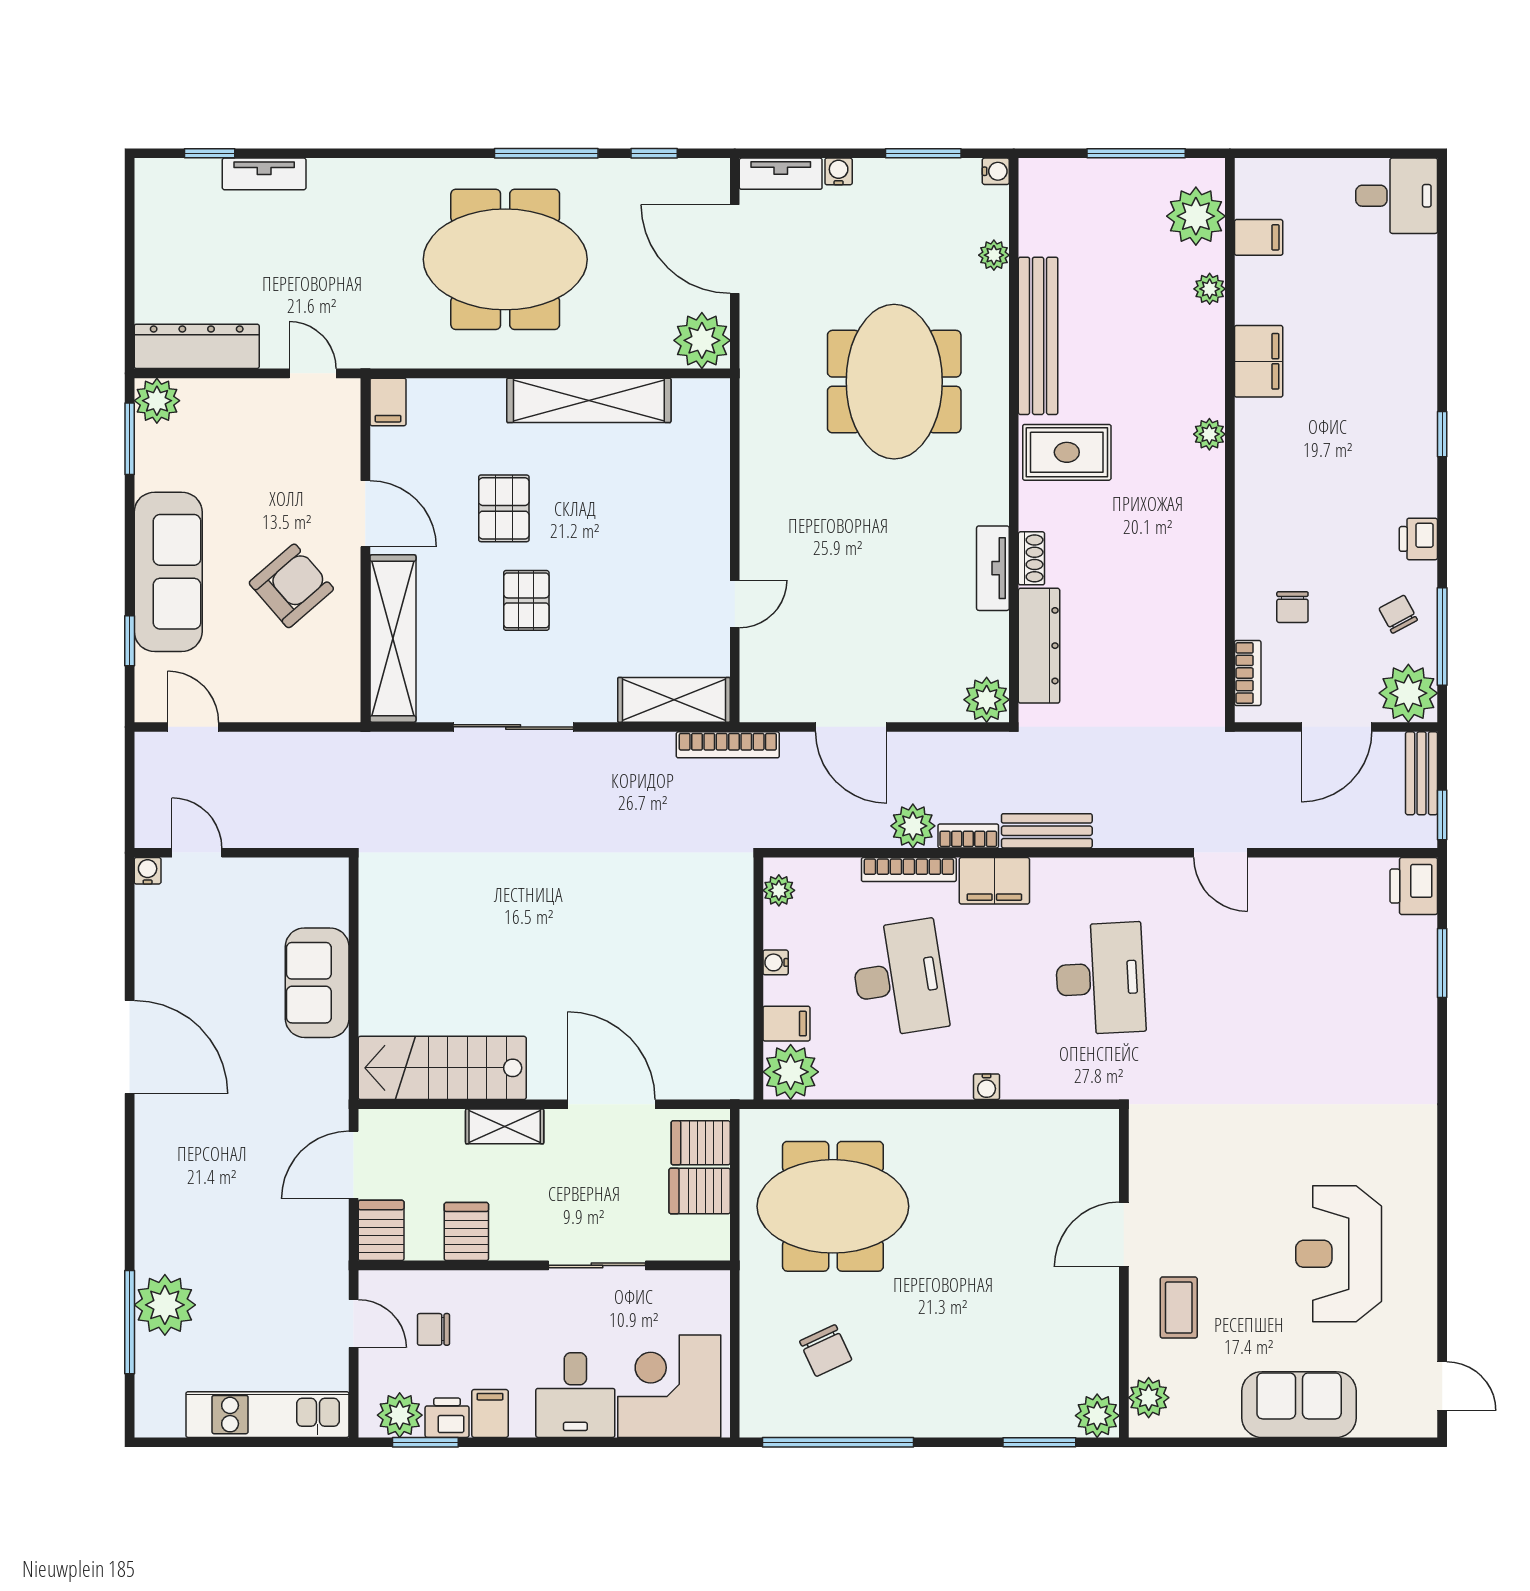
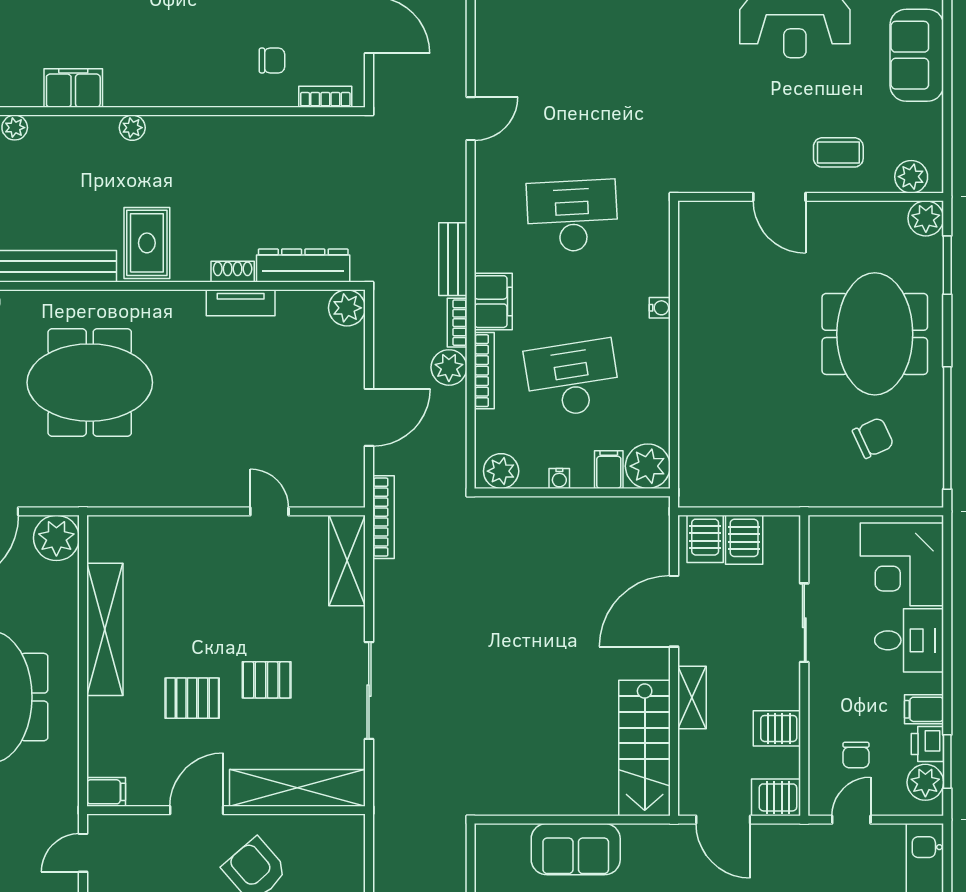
plant: (779, 890) -> (501, 471), width x1.38, depth x1.38
meeting table: (833, 1206) -> (875, 334), moved

